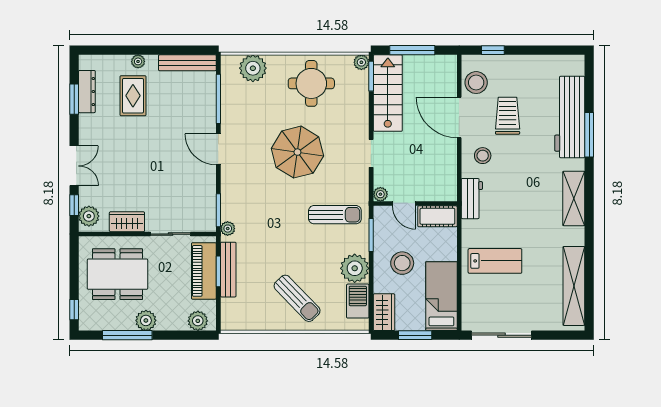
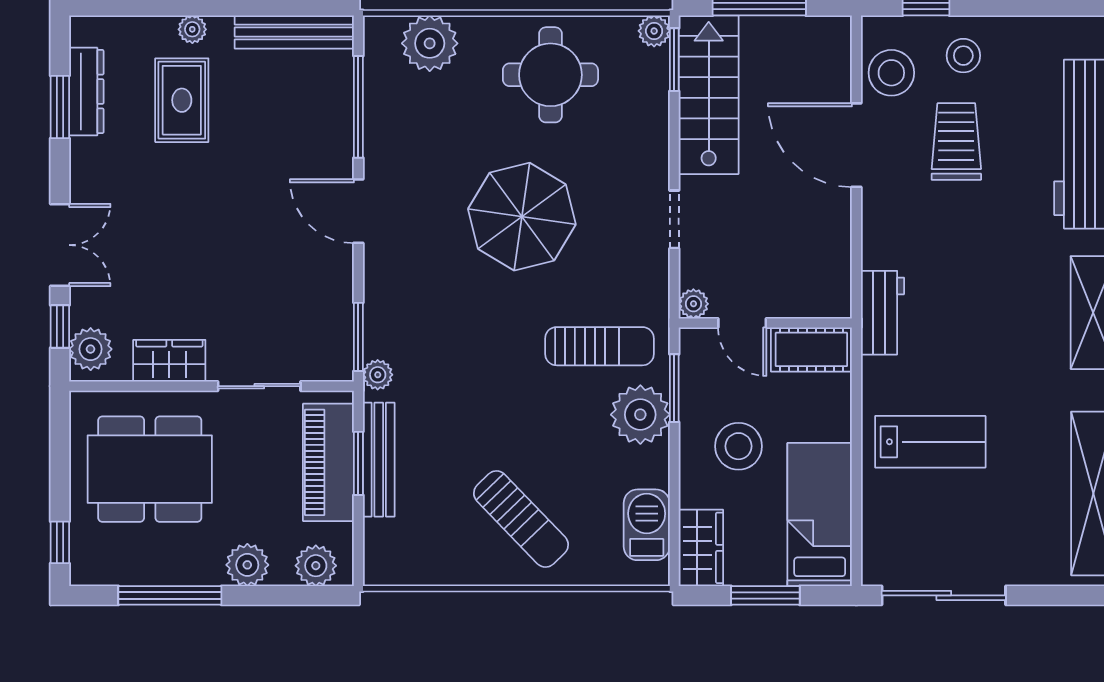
stool: (483, 156) -> (963, 56), moved
plant: (355, 268) -> (640, 415), moved
plant: (146, 320) -> (247, 565), moved

